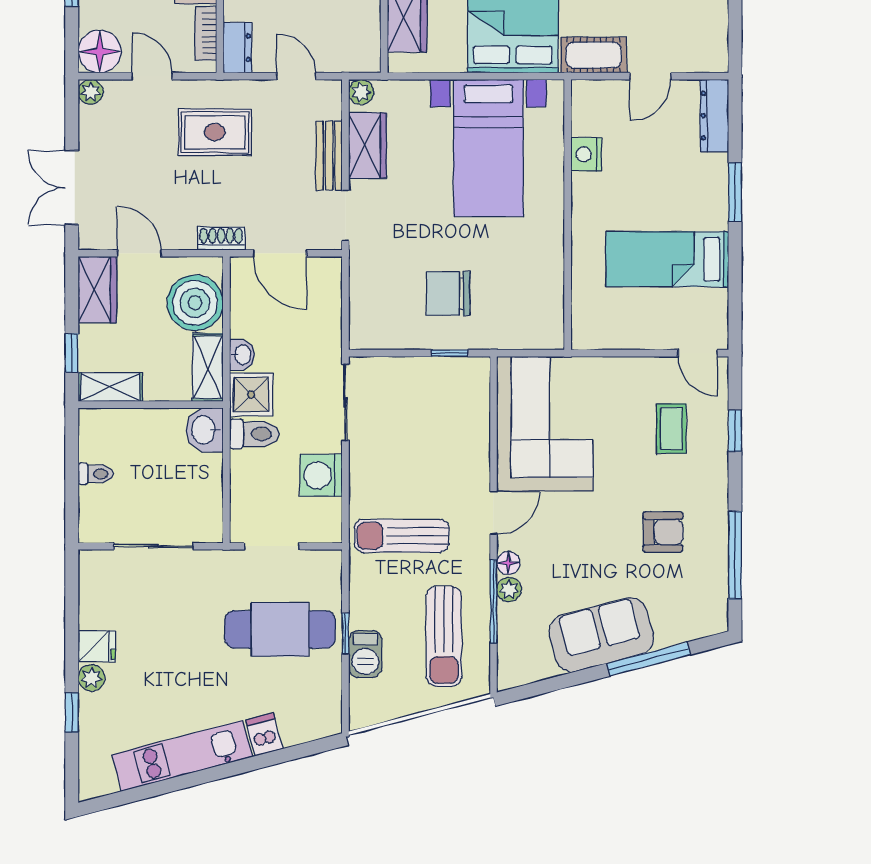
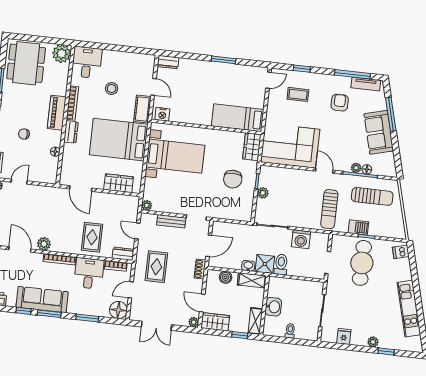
door: (296, 76) -> (137, 231), hinge flipped
plant: (91, 92) -> (194, 322), moved
dresser: (714, 116) -> (168, 62), width x0.70
wardrobe: (368, 146) -> (252, 147), moved, turned -90
nightstand: (586, 154) -> (162, 114), moved
double door: (72, 188) -> (156, 326), moved
window: (735, 192) -> (224, 60), moved
door: (139, 253) -> (202, 303), hinge flipped
bed: (667, 259) -> (238, 118), moved, turned 90
boiler: (195, 303) -> (226, 277), width x0.54, depth x0.54
plant: (423, 370) -> (263, 193), added
washbasin: (204, 430) -> (273, 307), moved, turned -90
floor lamp: (508, 563) -> (367, 169), moved
tv unit: (715, 590) -> (366, 84), added
fridge: (97, 646) -> (344, 336), moved
barbecue: (365, 654) -> (358, 227), moved
dishwasher: (264, 735) -> (401, 252), moved

